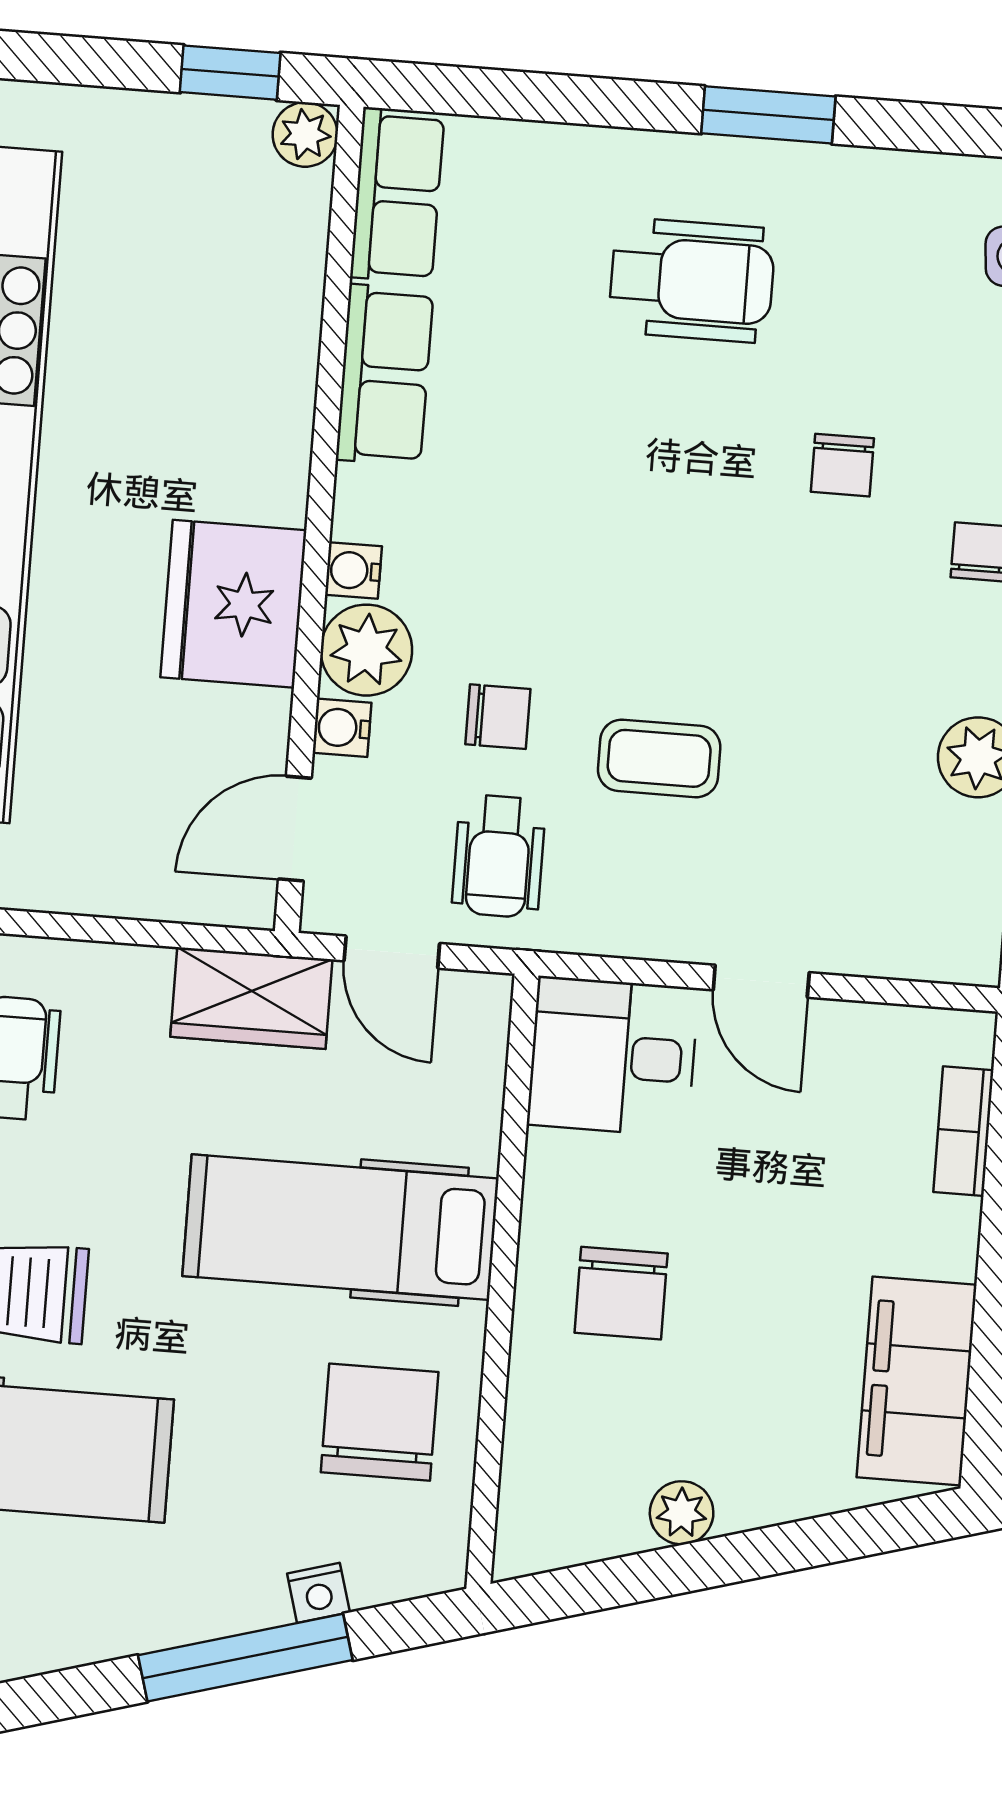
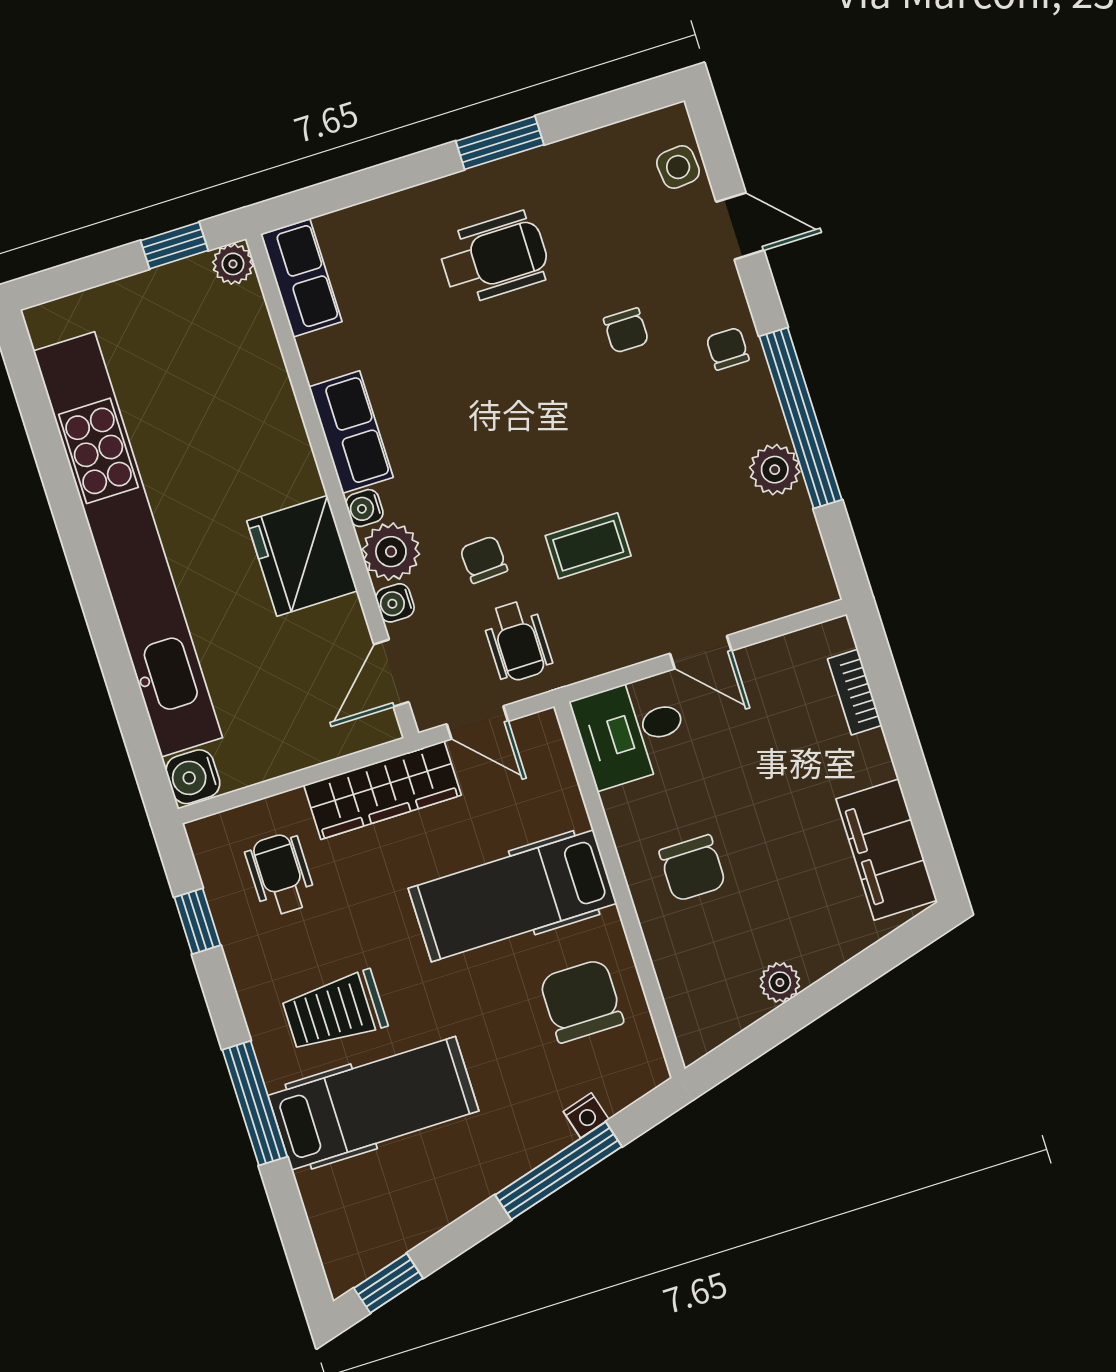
row of seats: (385, 375) -> (351, 432), moved
chair: (498, 717) -> (484, 560), turned -93
wardrobe: (251, 998) -> (383, 790), width x1.50

